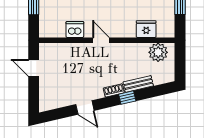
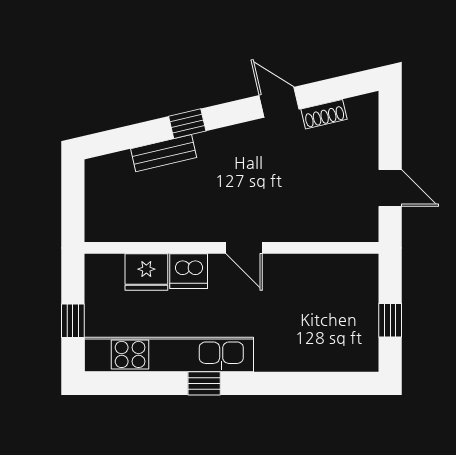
dishwasher: (75, 29) -> (189, 271), moved
plant: (158, 52) -> (120, 222), removed
shoe rack: (114, 90) -> (324, 114), moved

